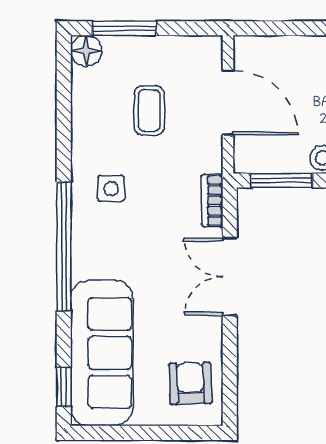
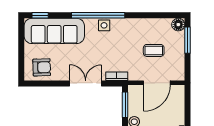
side table: (111, 189) -> (104, 25), moved

